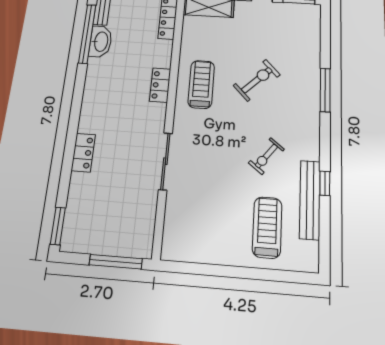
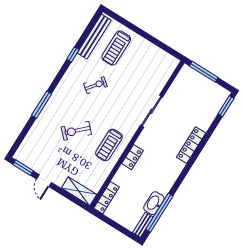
locker: (83, 153) -> (191, 145), width x1.53
bench: (310, 200) -> (94, 37), moved

